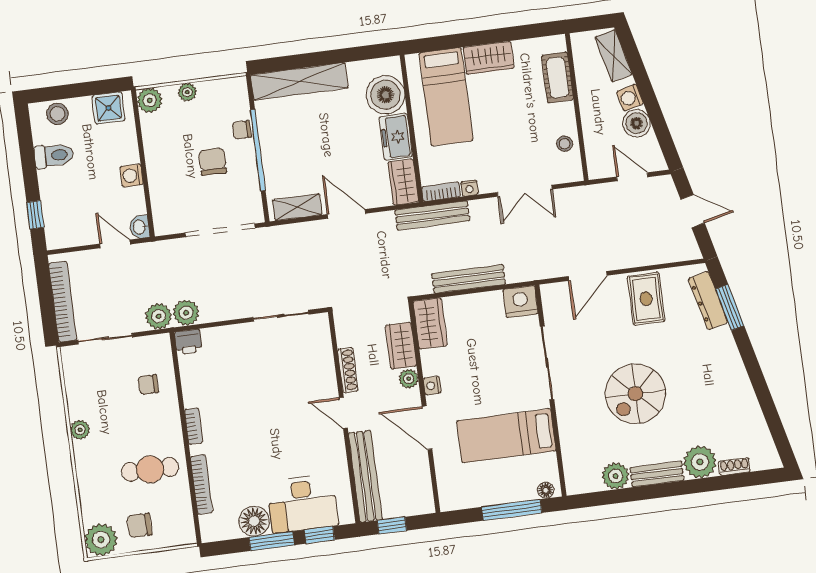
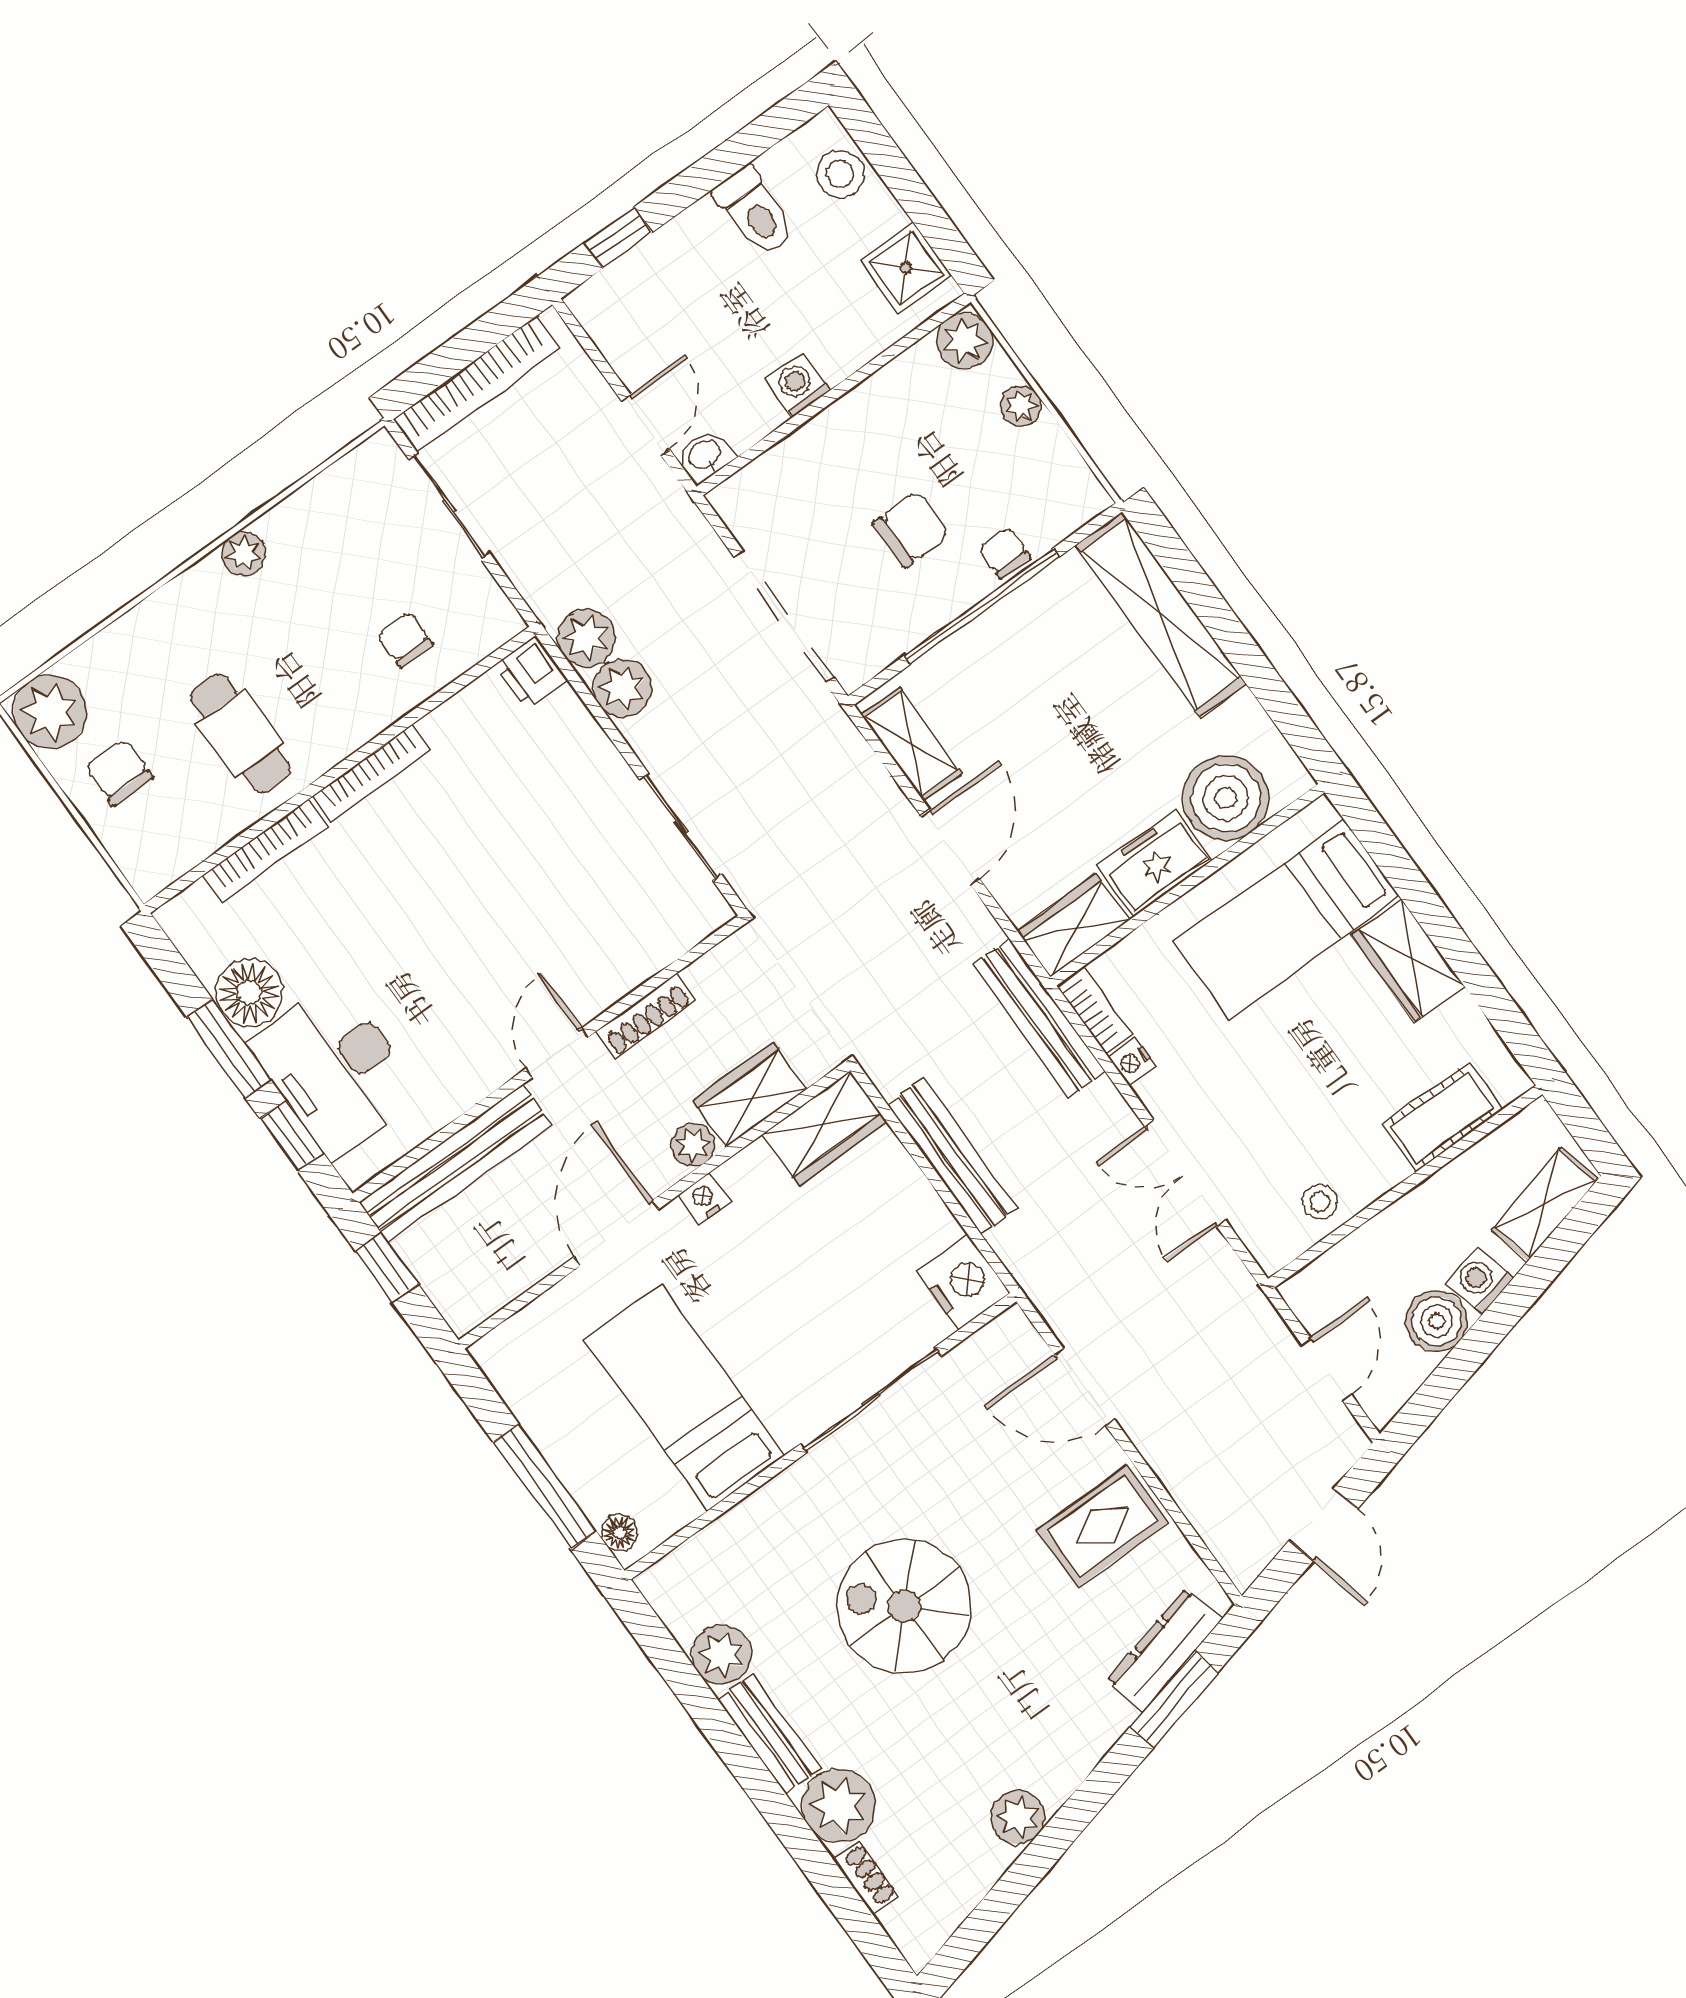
plant: (159, 316) -> (623, 688), moved
plant: (743, 394) -> (1018, 1817), added
bookcase: (194, 426) -> (371, 773), width x1.56

